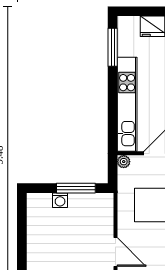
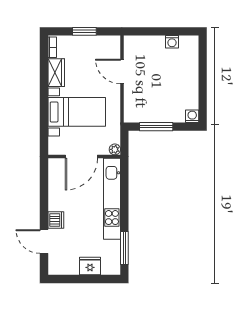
washing machine: (60, 200) -> (192, 116), moved

